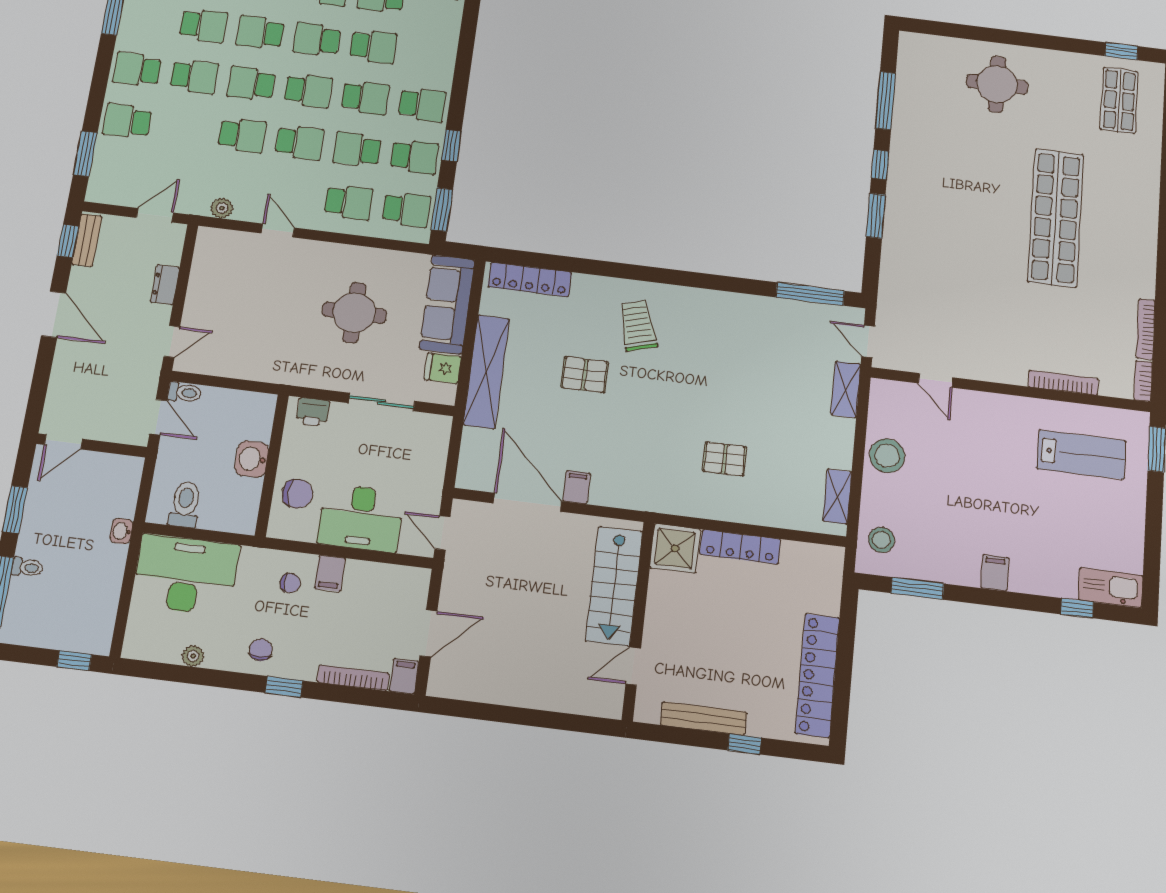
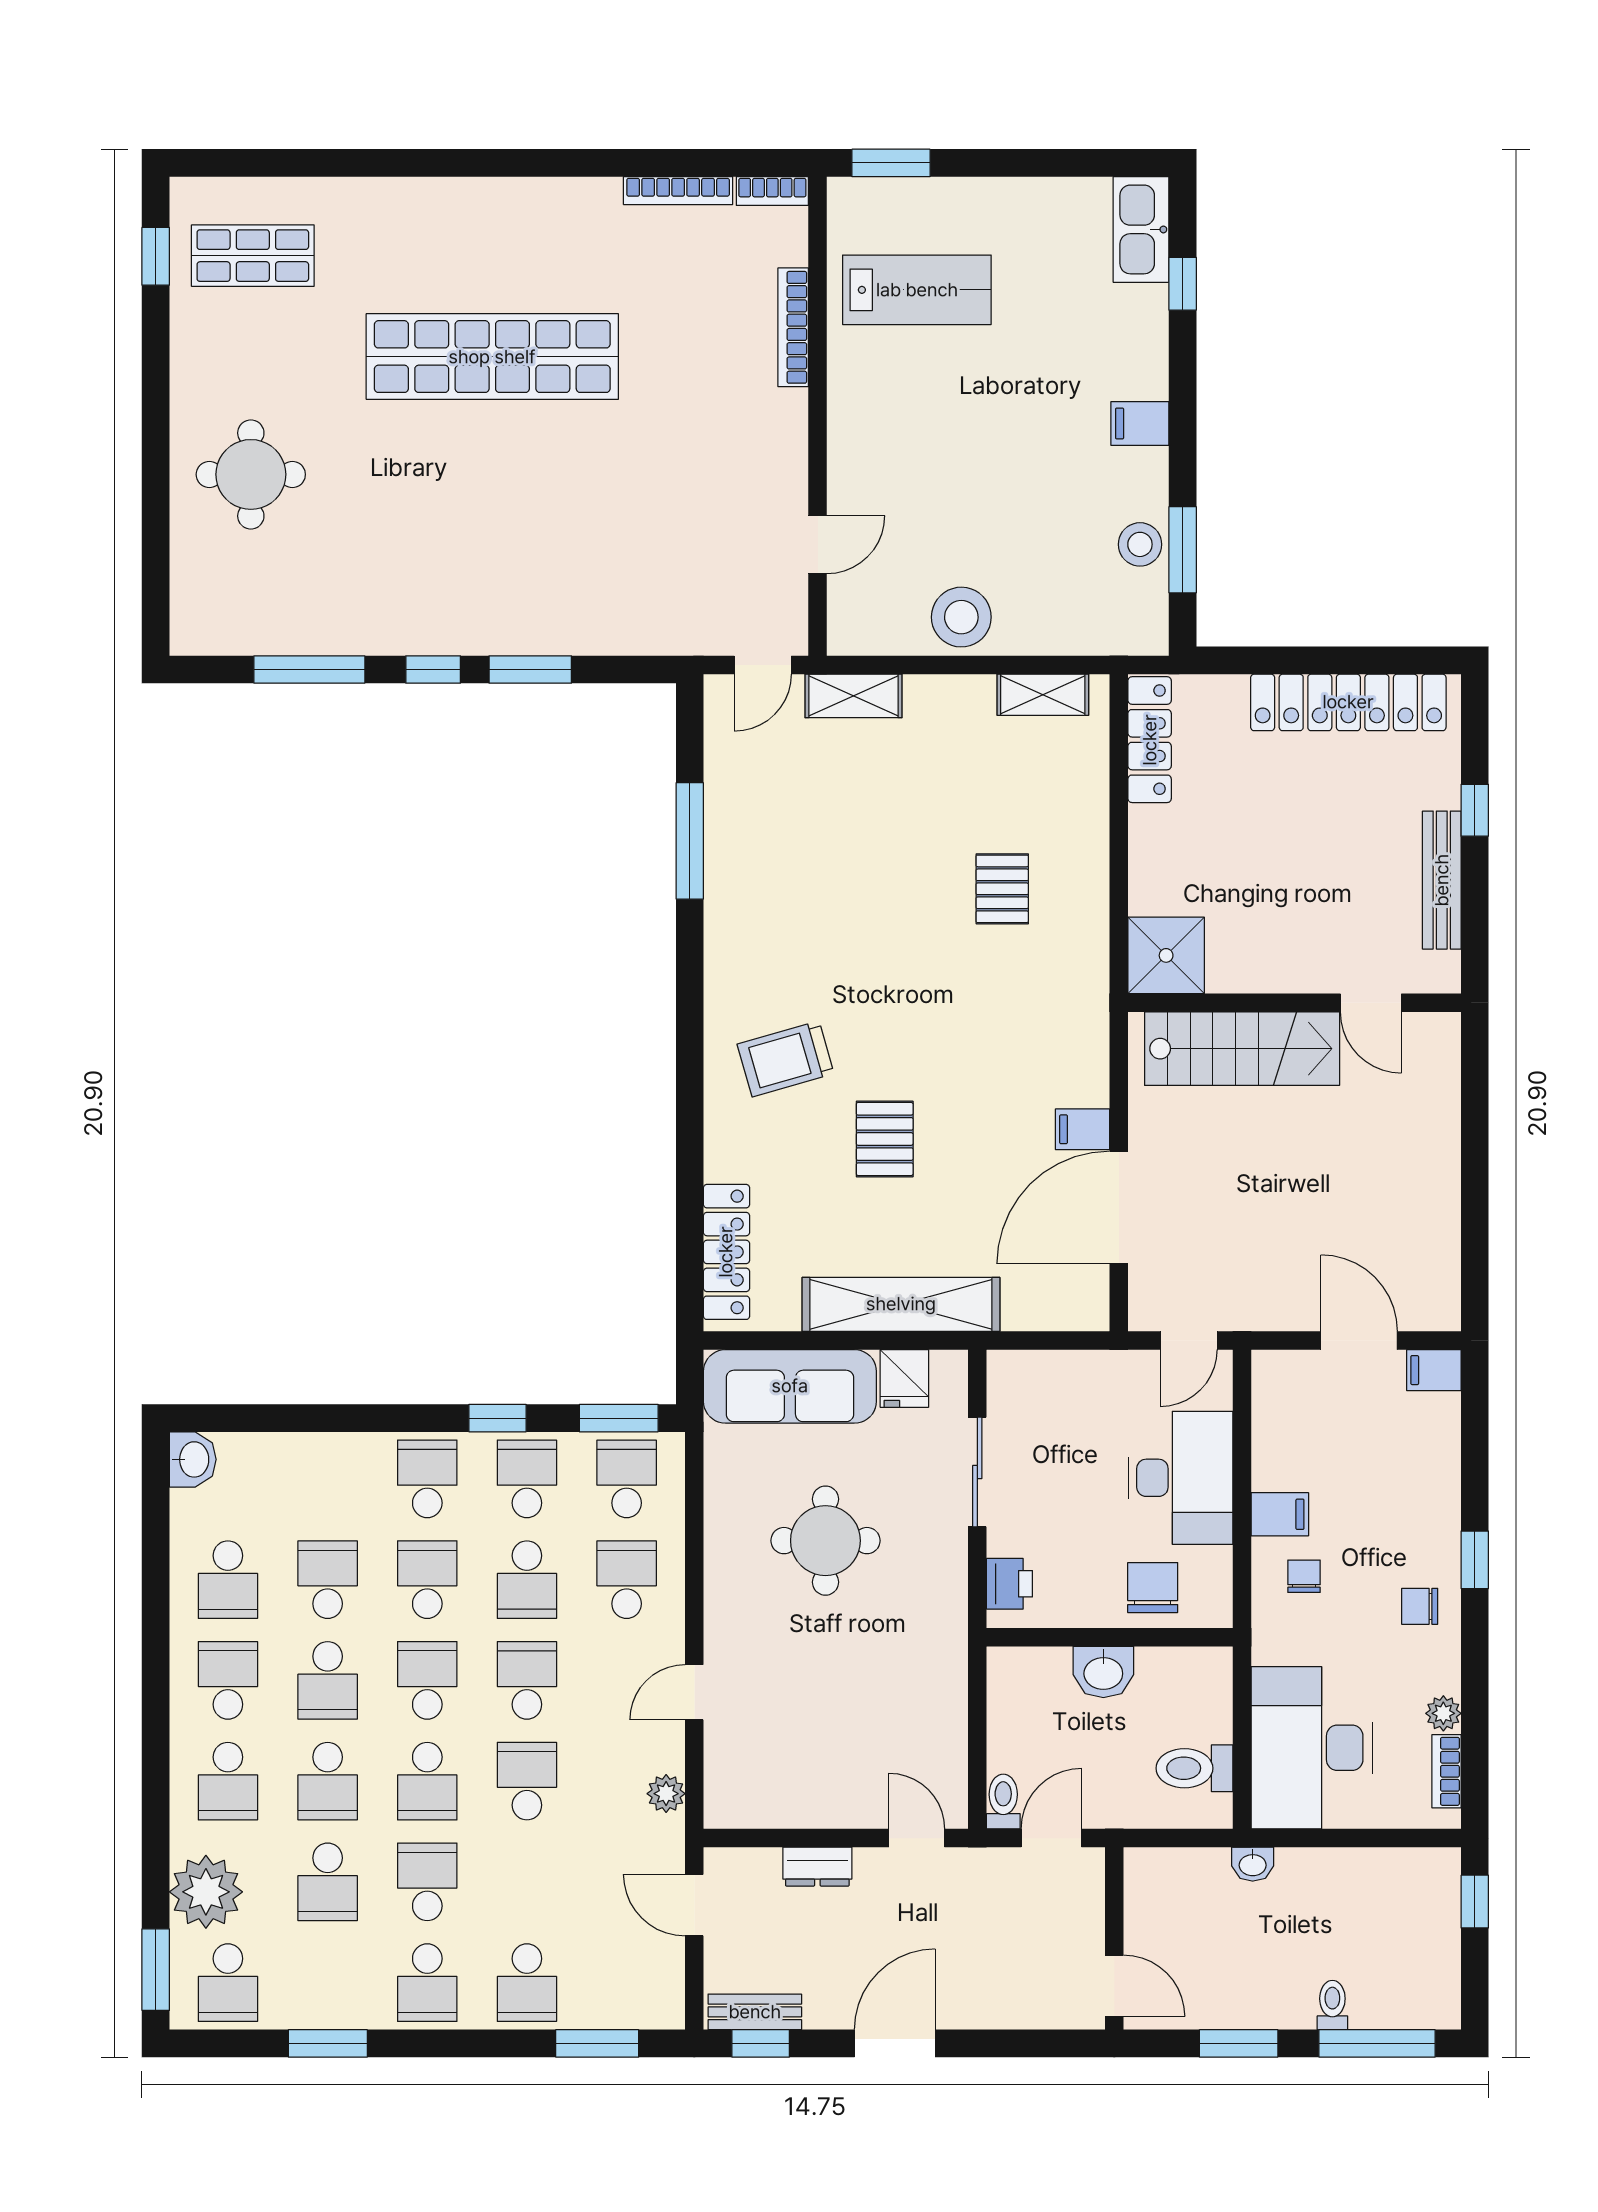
school desk: (204, 26) -> (328, 1882), turned 180
window: (810, 294) -> (690, 841), moved
lab bench: (1081, 455) -> (917, 290), turned 90
stool: (882, 540) -> (1140, 544), moved
locker: (740, 547) -> (1150, 740), moved
bookcase: (353, 678) -> (1446, 1771), moved, width x0.64

